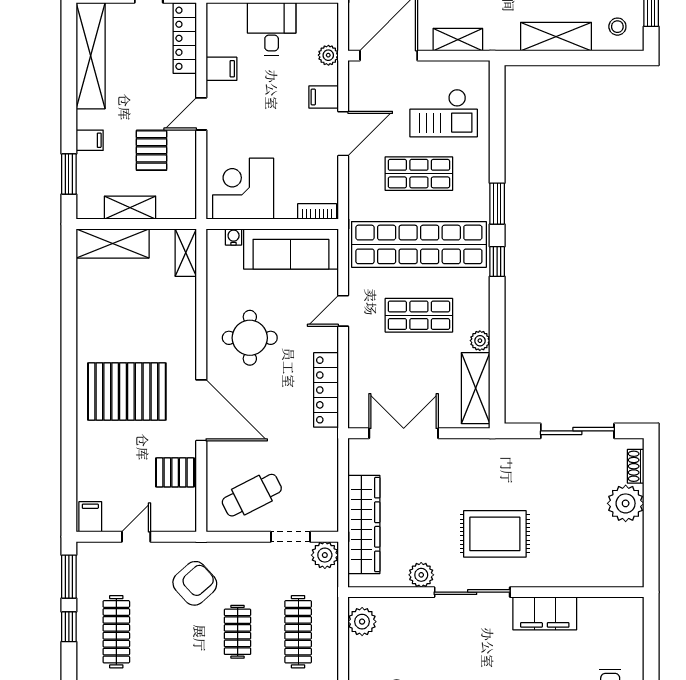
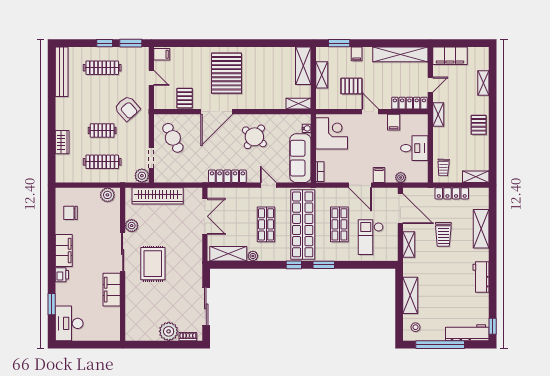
round table: (250, 338) -> (254, 137), turned 38

